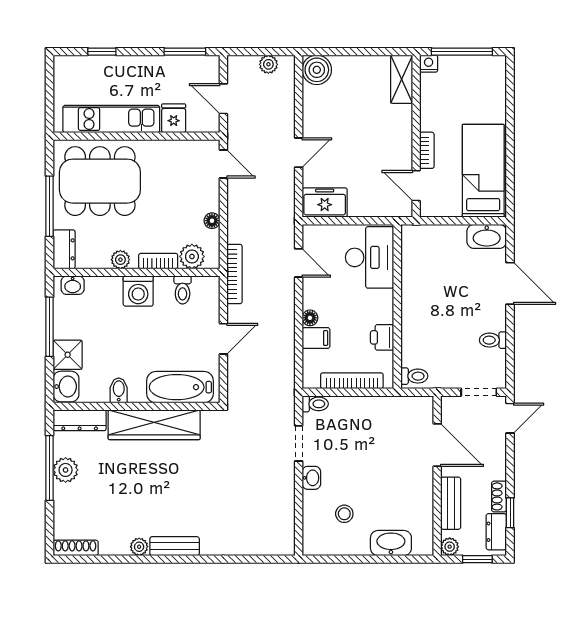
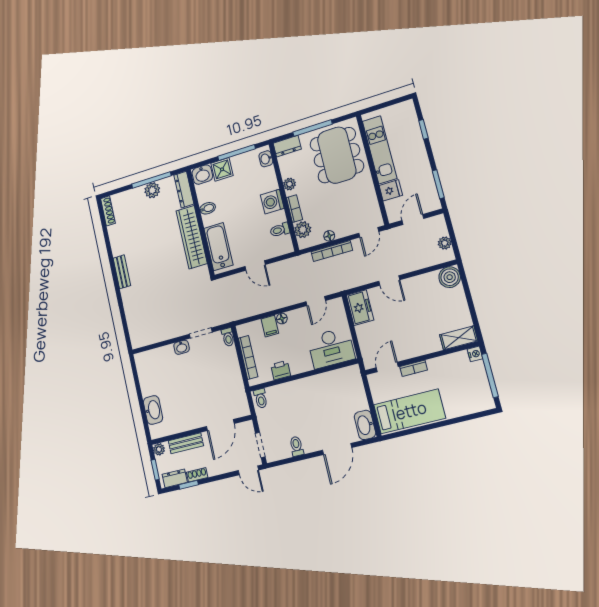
bookcase: (234, 274) -> (332, 251), moved
stool: (344, 514) -> (164, 375), removed
plant: (139, 547) -> (117, 250), removed

